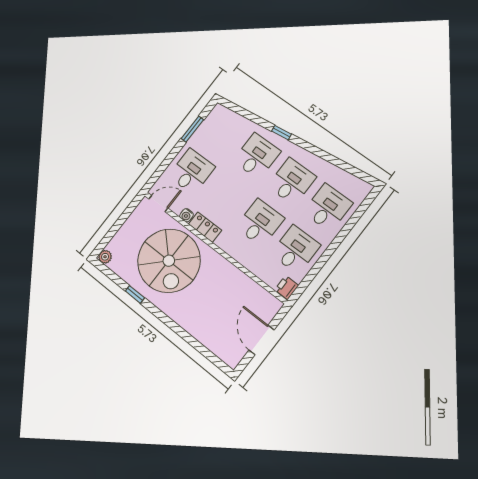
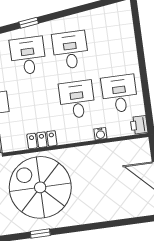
desk: (328, 208) -> (113, 44), removed
water cooler: (186, 215) -> (100, 134), moved
spiral stairs: (169, 261) -> (40, 187), turned 180

